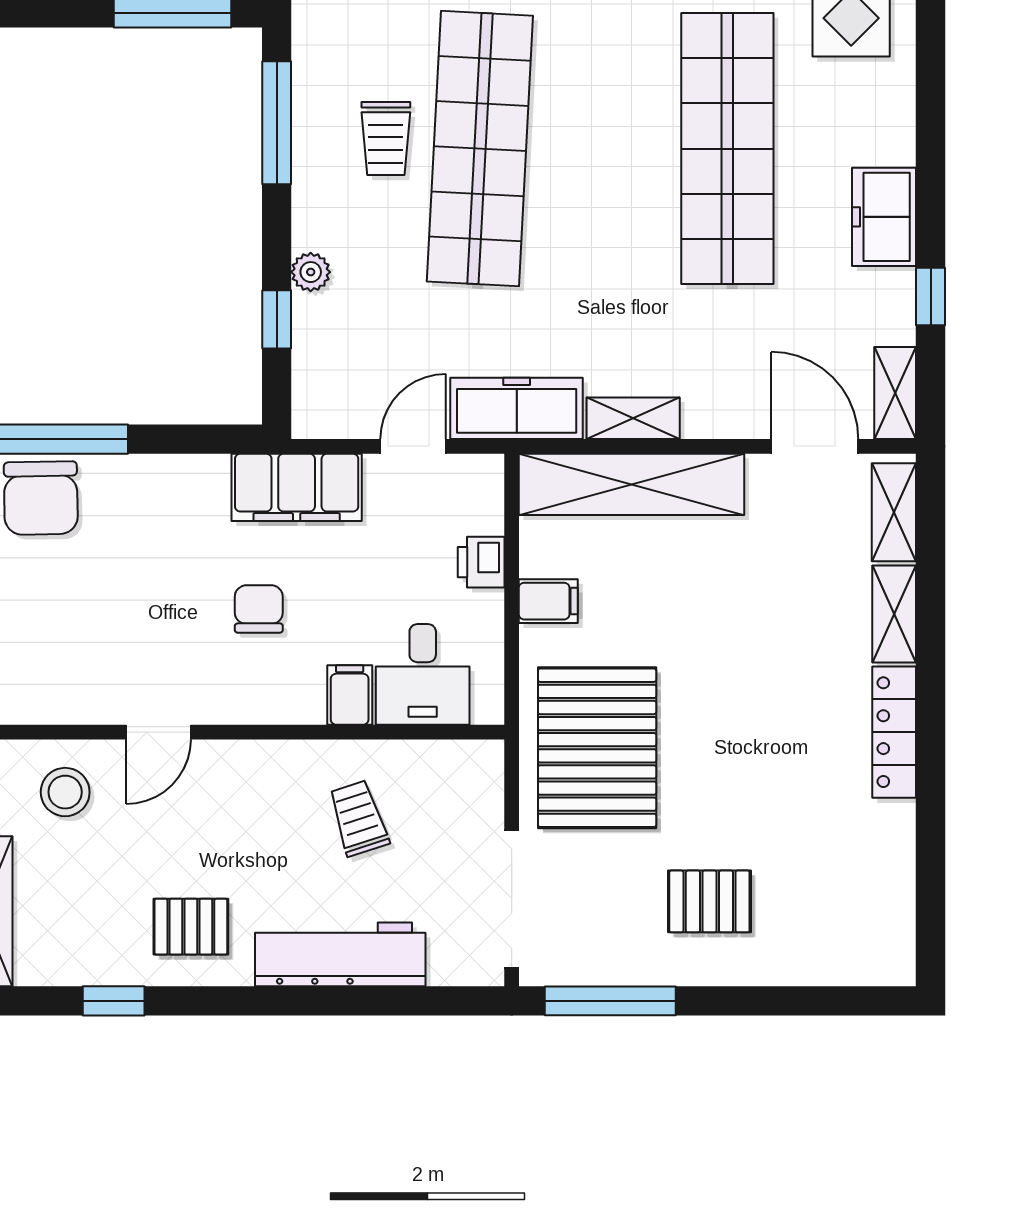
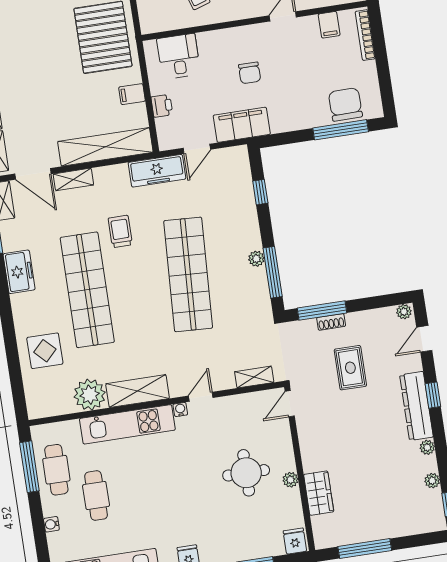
trolley: (386, 139) -> (120, 231), moved
plant: (311, 272) -> (256, 259), moved
shelving: (633, 418) -> (73, 179), moved
filing cabinet: (350, 695) -> (329, 25), moved

